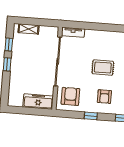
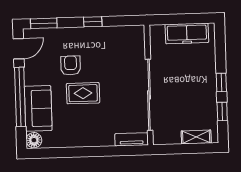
armchair: (70, 96) -> (125, 47), removed
armchair: (104, 97) -> (71, 65), moved
freezer: (38, 102) -> (187, 33), moved

